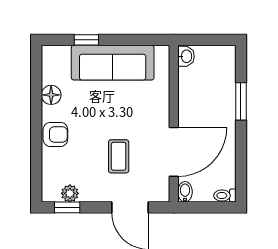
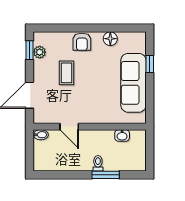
washbasin: (186, 56) -> (122, 135), moved
door: (174, 152) -> (69, 127), width x0.53
coffee table: (119, 156) -> (66, 73), moved, turned 90
toilet: (225, 196) -> (98, 163), moved

